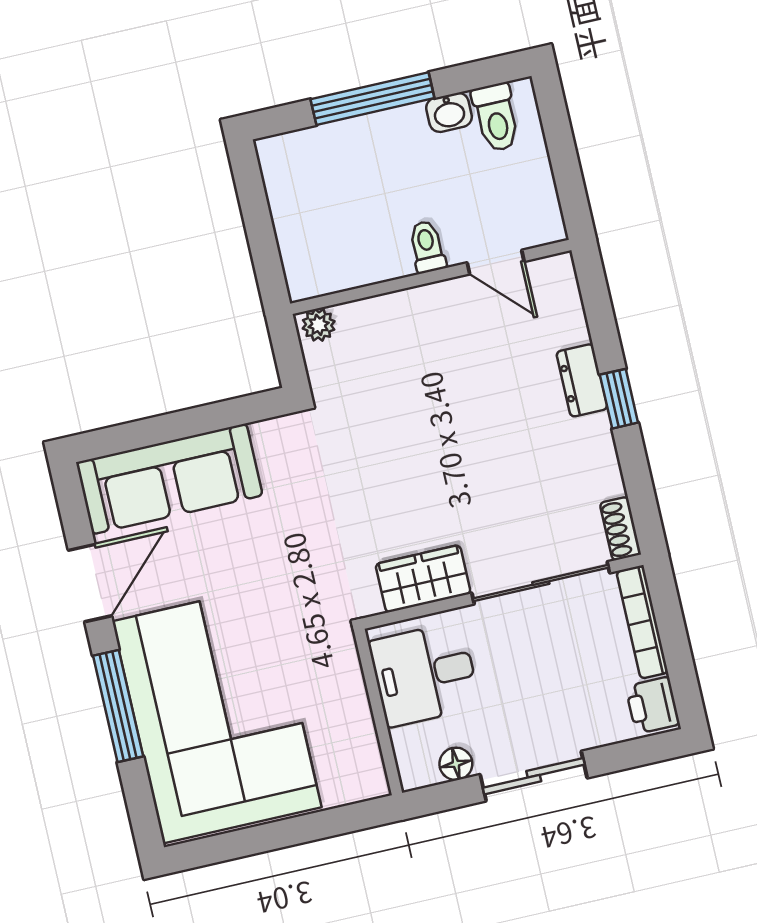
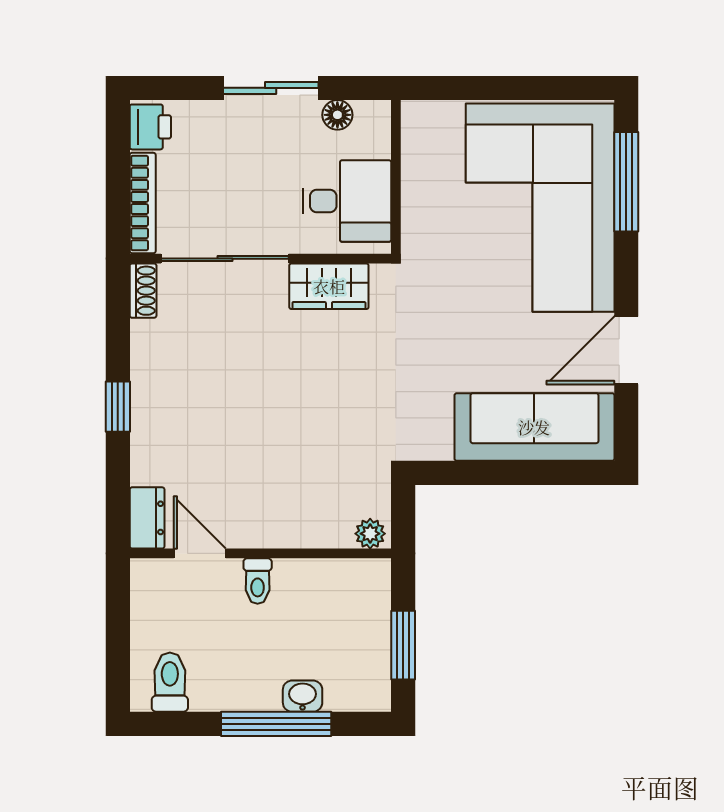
washbasin: (449, 112) -> (303, 696), moved
window: (256, 214) -> (403, 645), added
dresser: (582, 380) -> (147, 518), moved
window: (118, 706) -> (626, 182), moved

